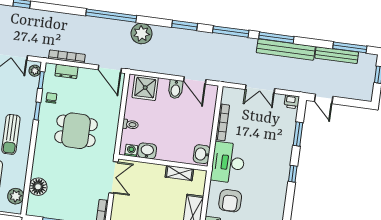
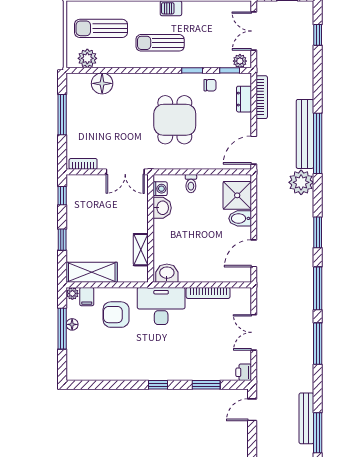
bench: (286, 50) -> (305, 134), moved
bidet: (176, 89) -> (240, 218), moved

